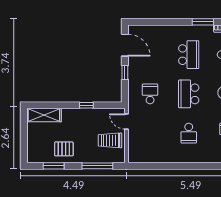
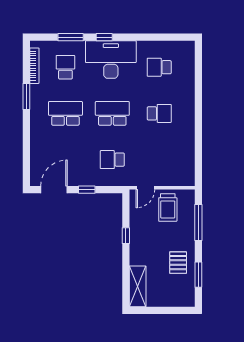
school desk: (189, 94) -> (112, 113), turned 180

